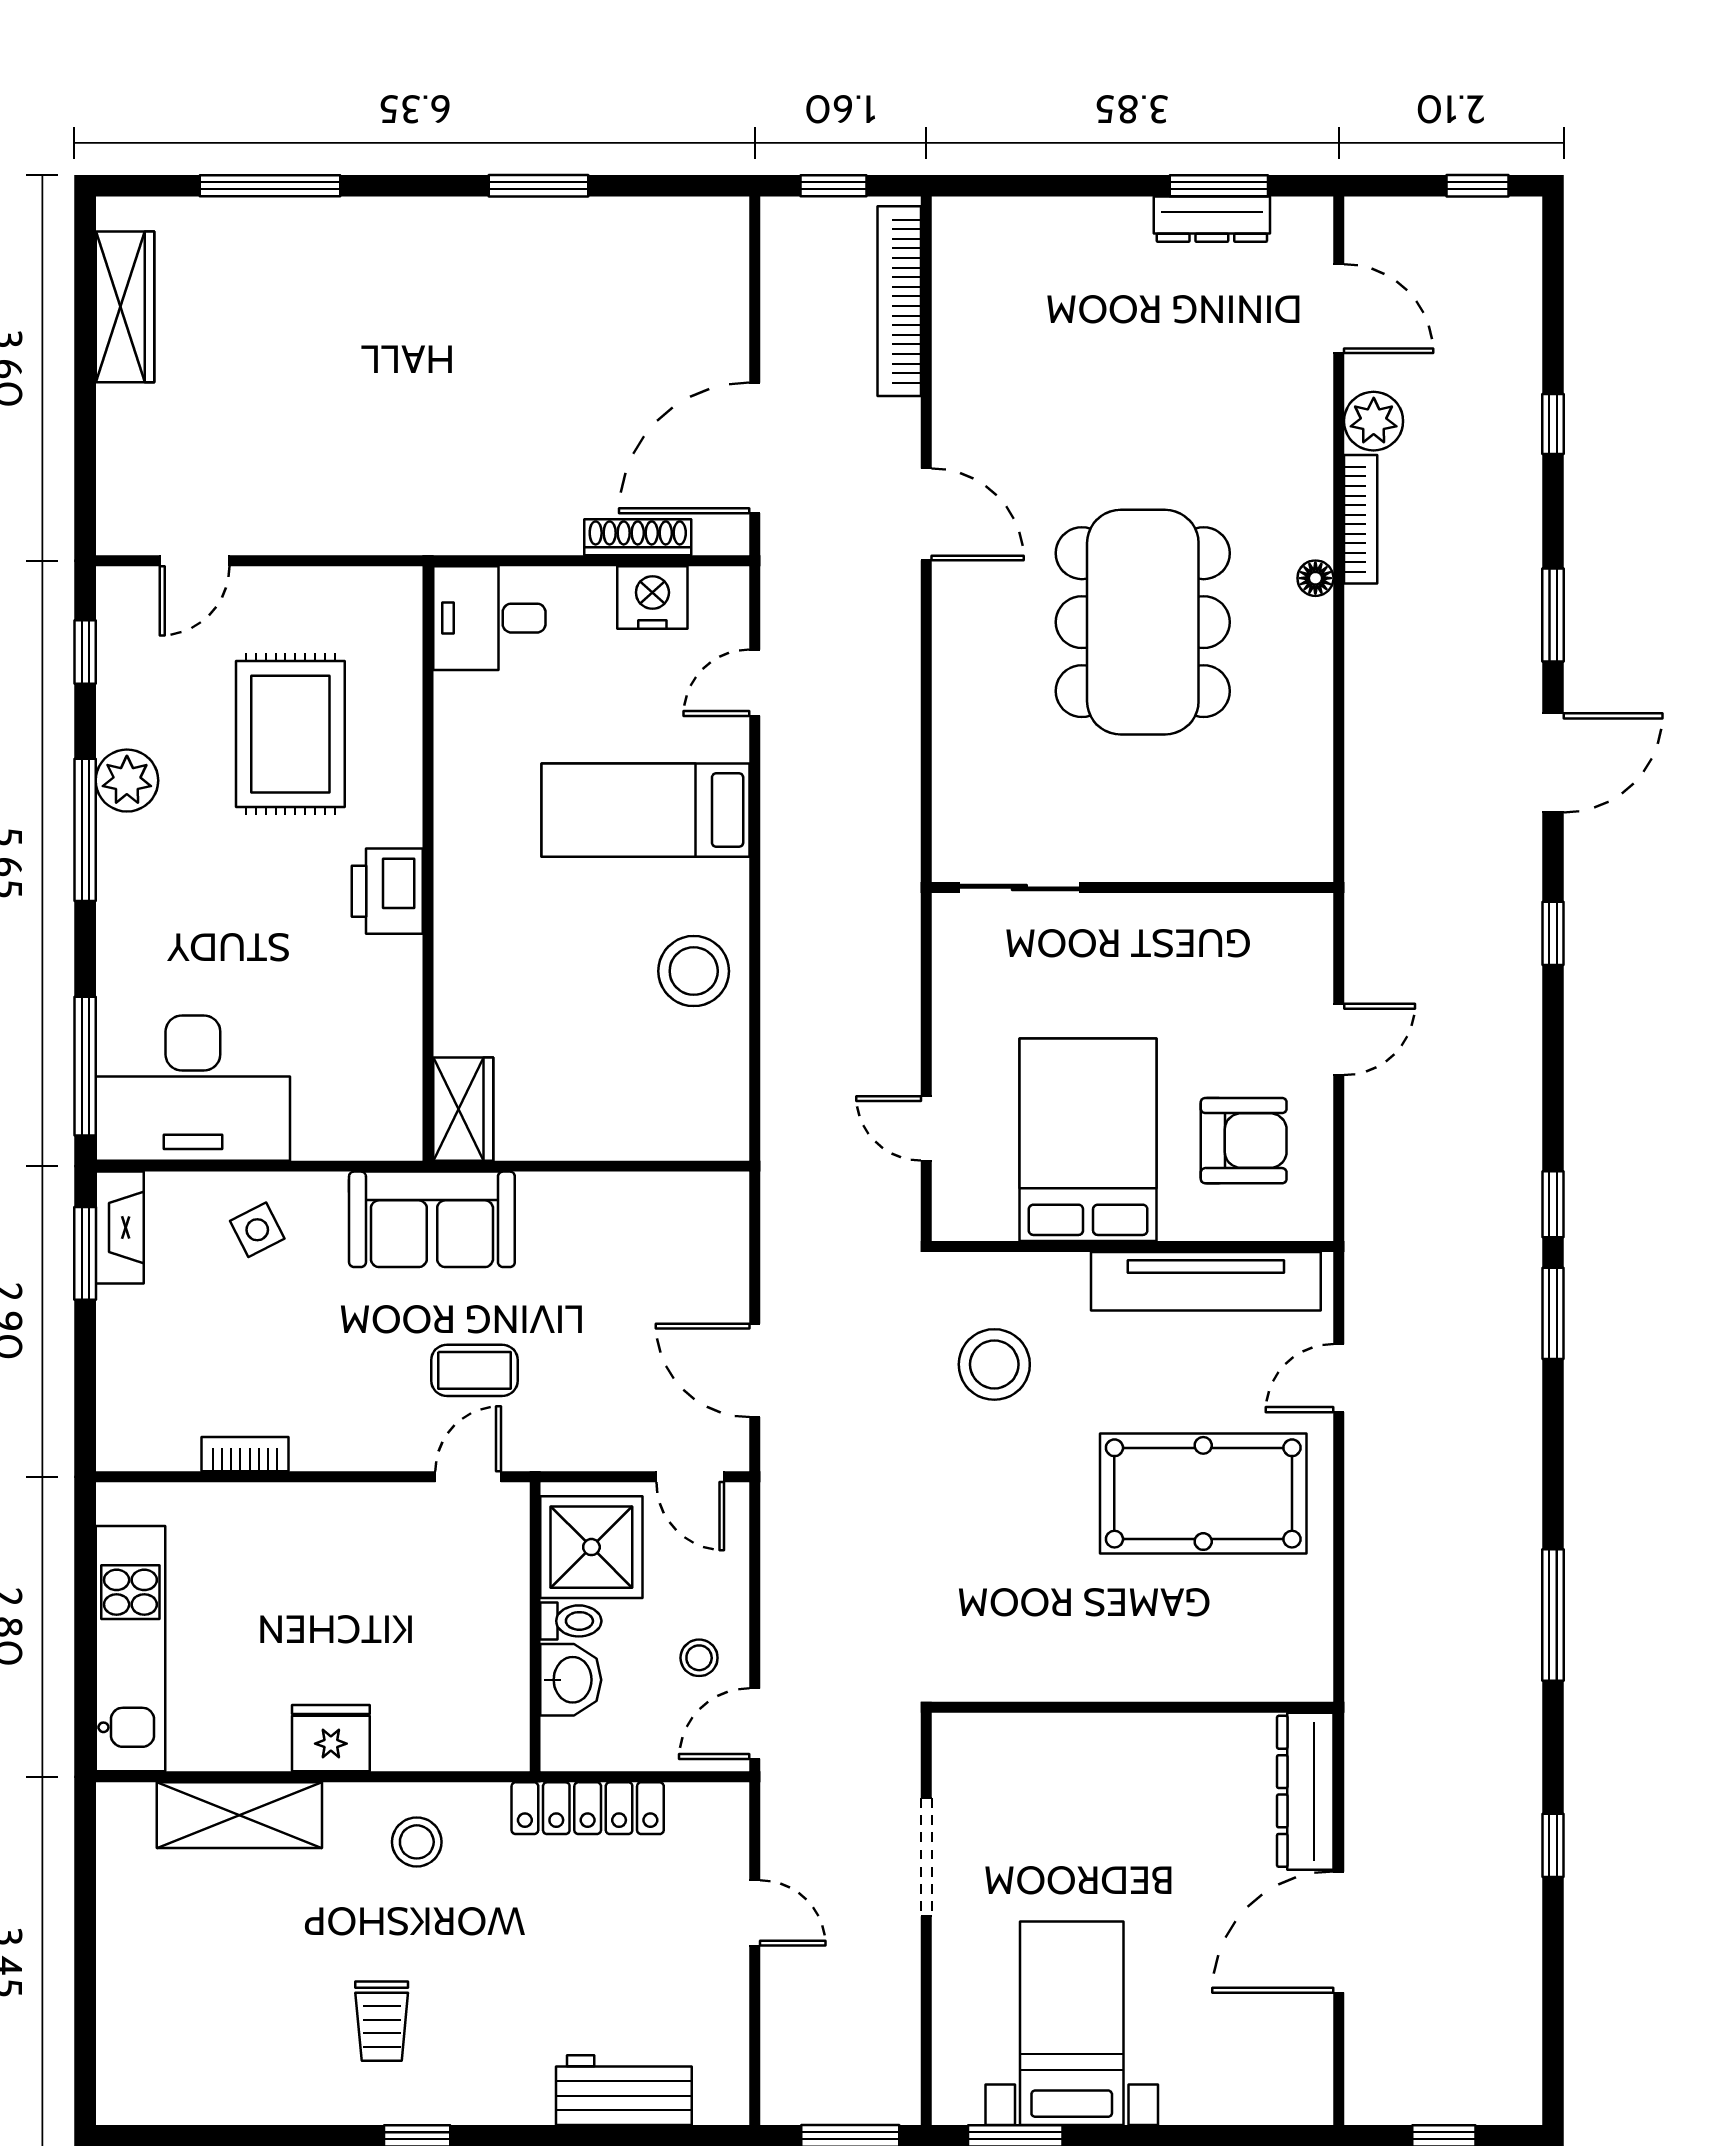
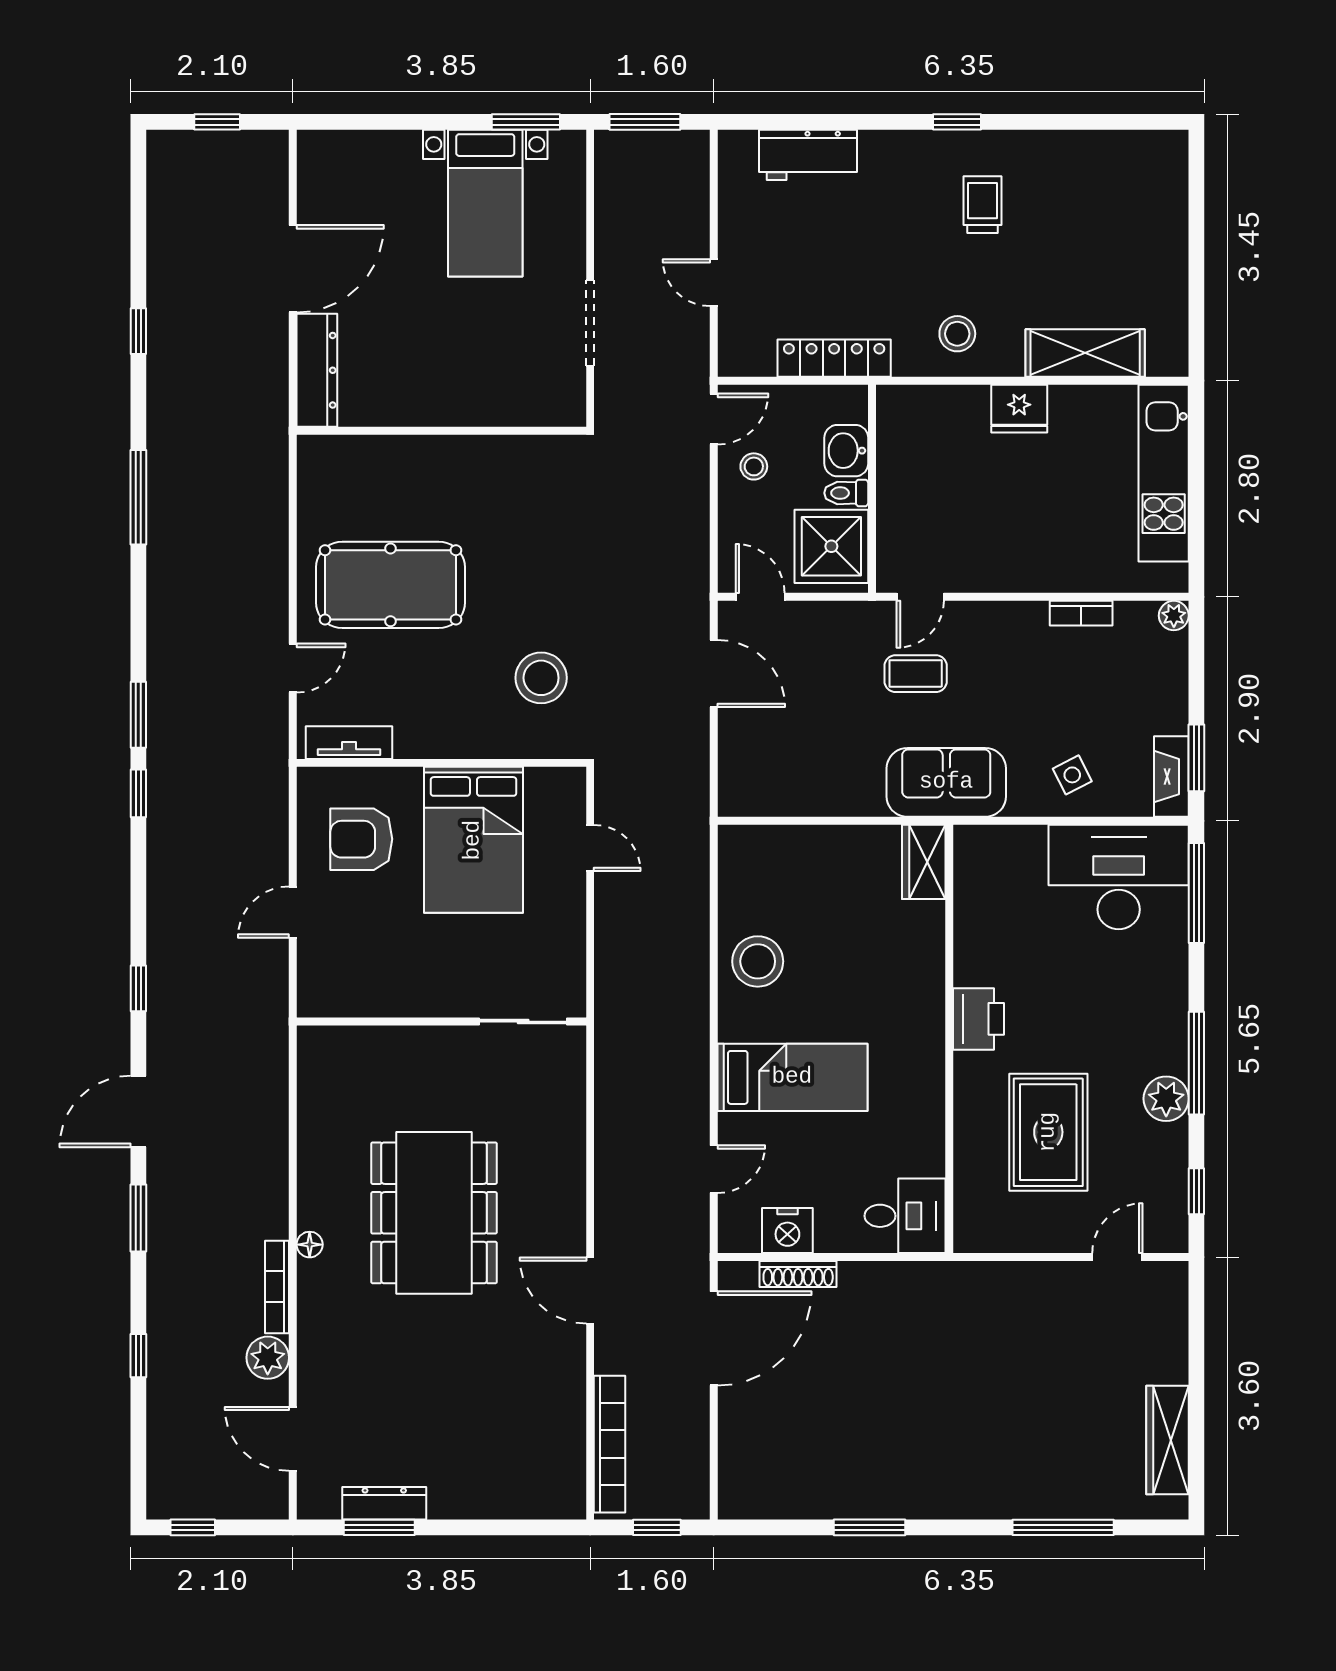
tv unit: (1206, 1281) -> (349, 743), width x0.52, depth x0.78
plant: (116, 1451) -> (1174, 616), added

